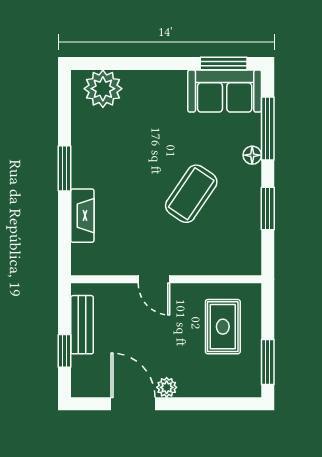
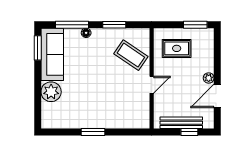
plant: (103, 89) -> (51, 92), moved
sofa: (225, 91) -> (52, 54), width x1.36
coffee table: (191, 194) -> (131, 55), moved
fireplace: (82, 216) -> (118, 123), removed
bench: (82, 325) -> (181, 123), width x1.36

